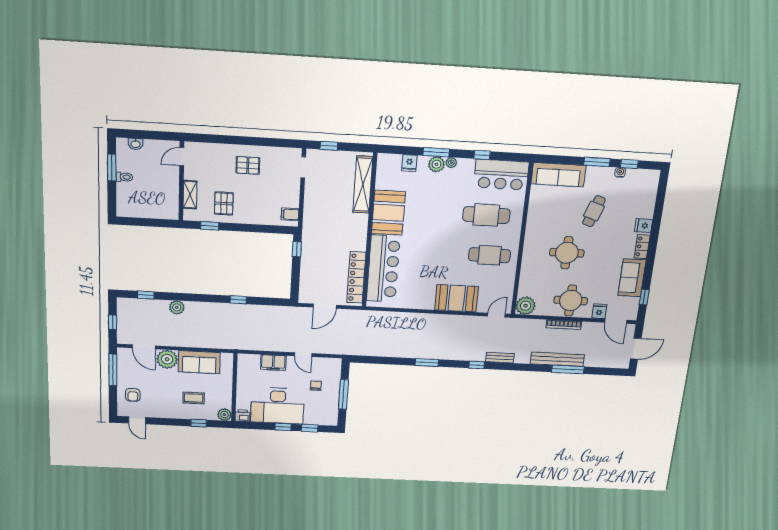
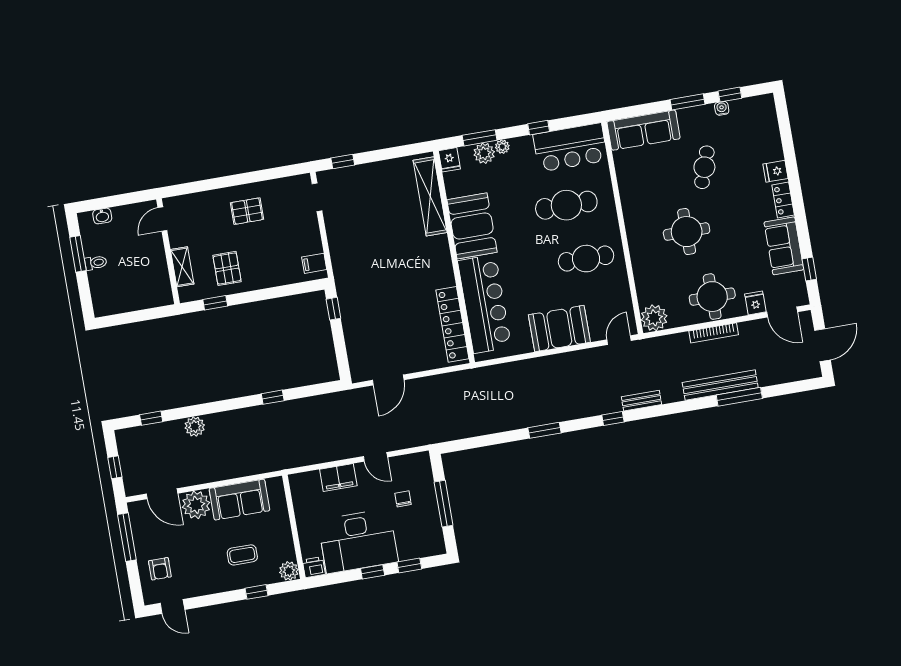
shelving: (363, 185) -> (430, 196), moved
booth: (388, 213) -> (472, 226), moved
wall: (370, 231) -> (454, 257), moved
bar counter: (383, 269) -> (485, 304), moved
locker: (356, 277) -> (452, 324), moved

